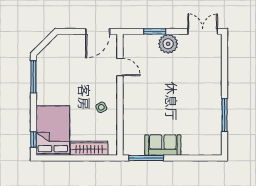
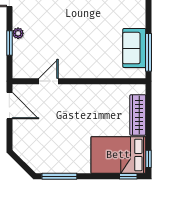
plant: (168, 44) -> (18, 33), width x0.53, depth x0.53
side table: (101, 107) -> (93, 102), removed
sofa: (163, 145) -> (134, 48), moved
window: (49, 158) -> (149, 159), added

